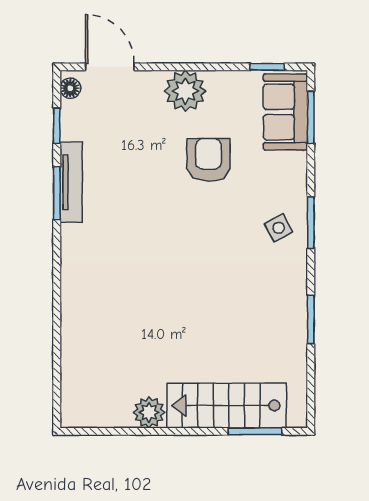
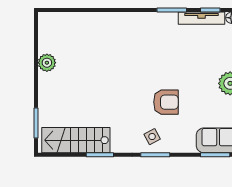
armchair: (209, 160) -> (166, 102), moved
tv unit: (71, 182) -> (202, 18), moved
stairs: (227, 406) -> (76, 140), moved, turned -90

